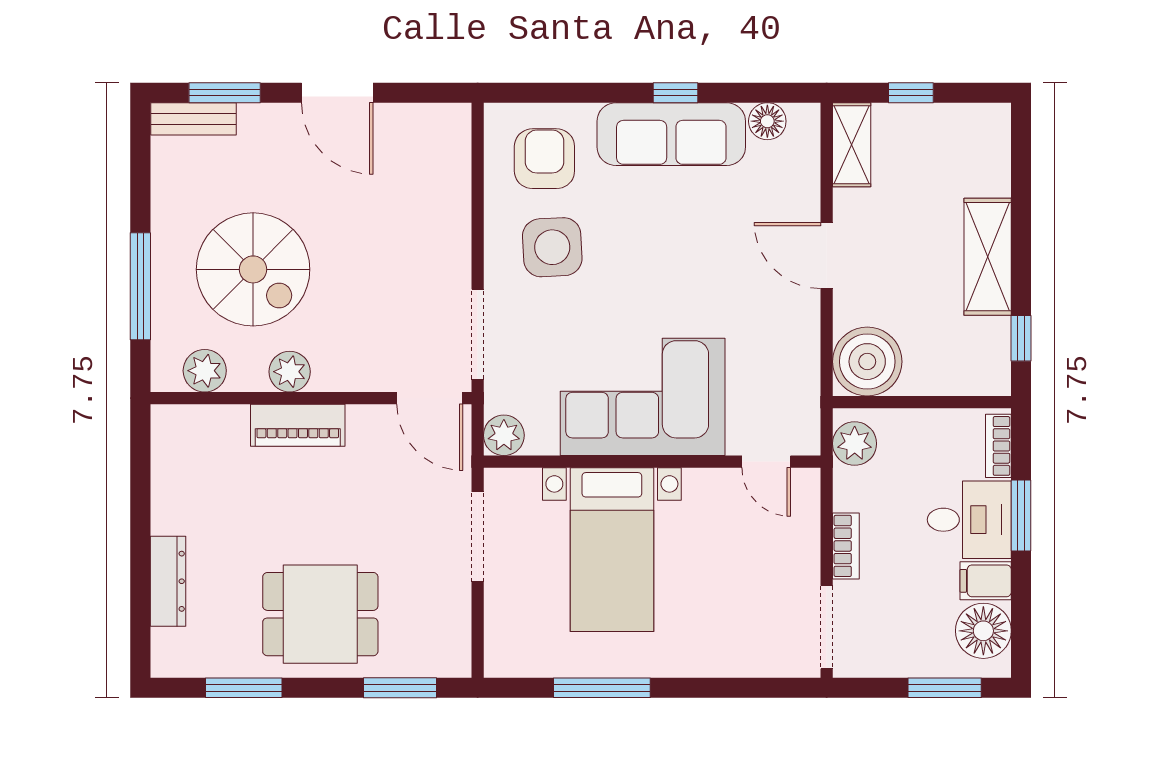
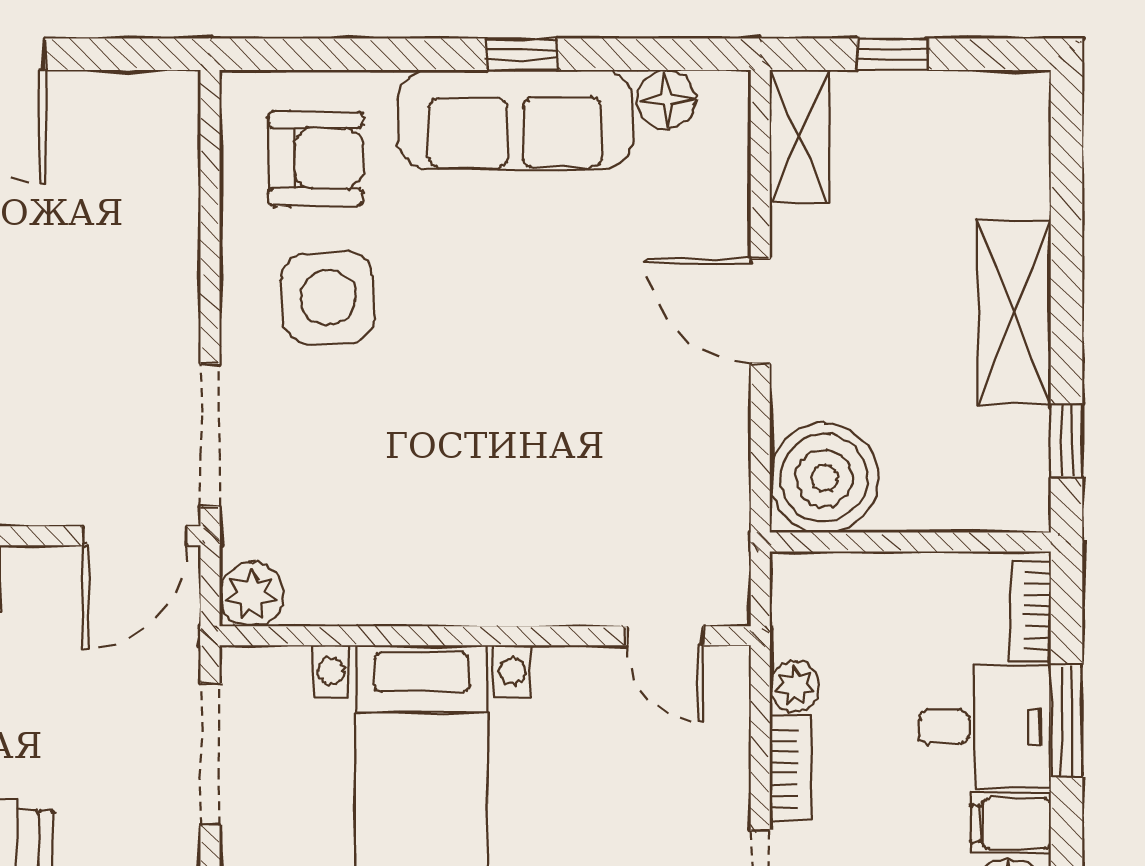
armchair: (544, 159) -> (315, 158), turned 90
corner sofa: (643, 397) -> (470, 534), removed
door: (430, 398) -> (135, 536), hinge flipped
plant: (855, 444) -> (795, 686), moved, width x0.73, depth x0.73

